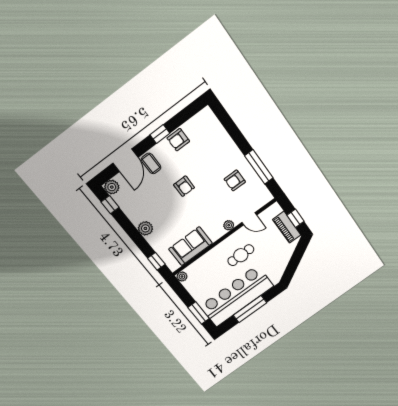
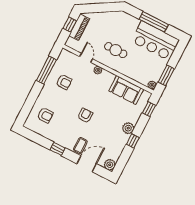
armchair: (178, 140) -> (45, 115), moved
window: (110, 205) -> (133, 141), moved
bar counter: (237, 296) -> (155, 41), width x0.73
window: (199, 313) -> (166, 75), moved

